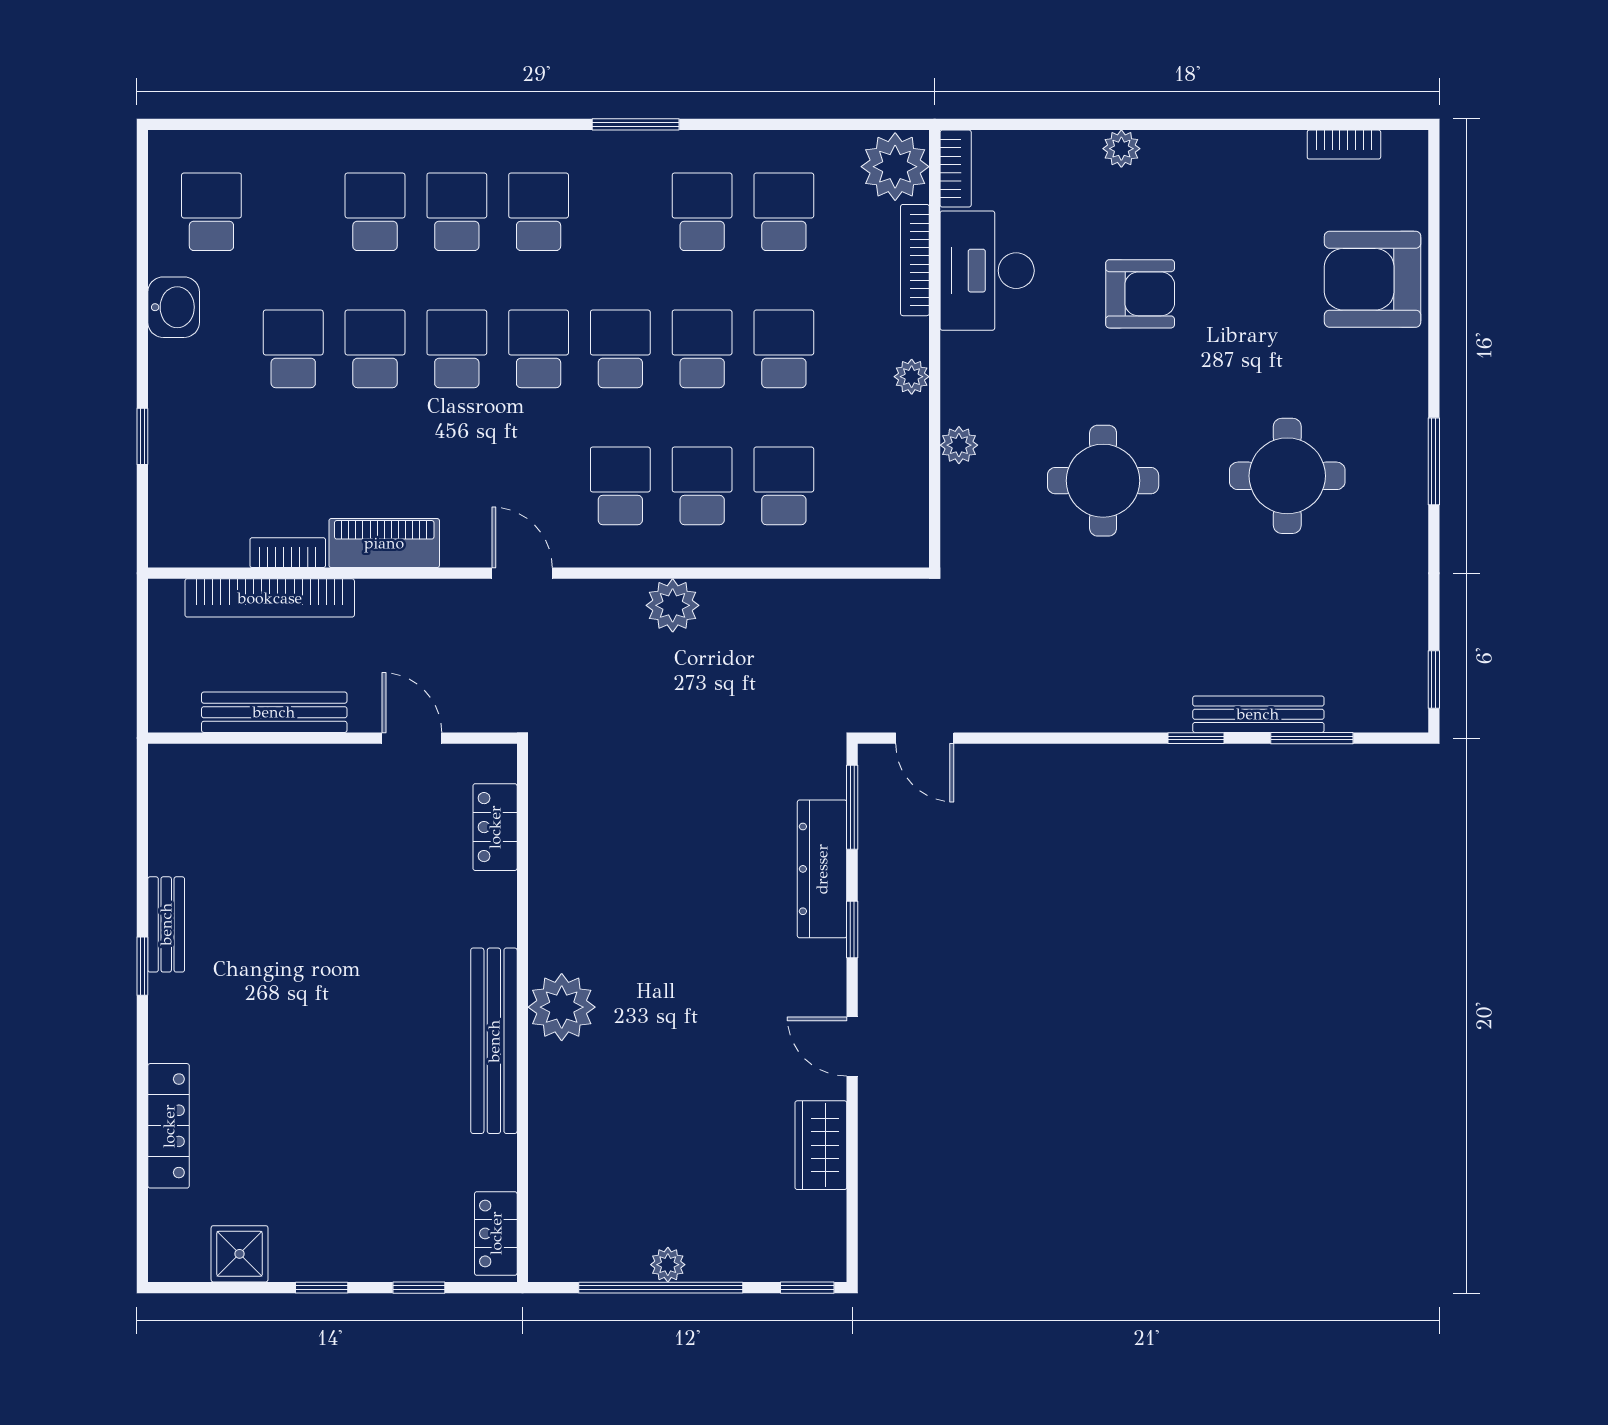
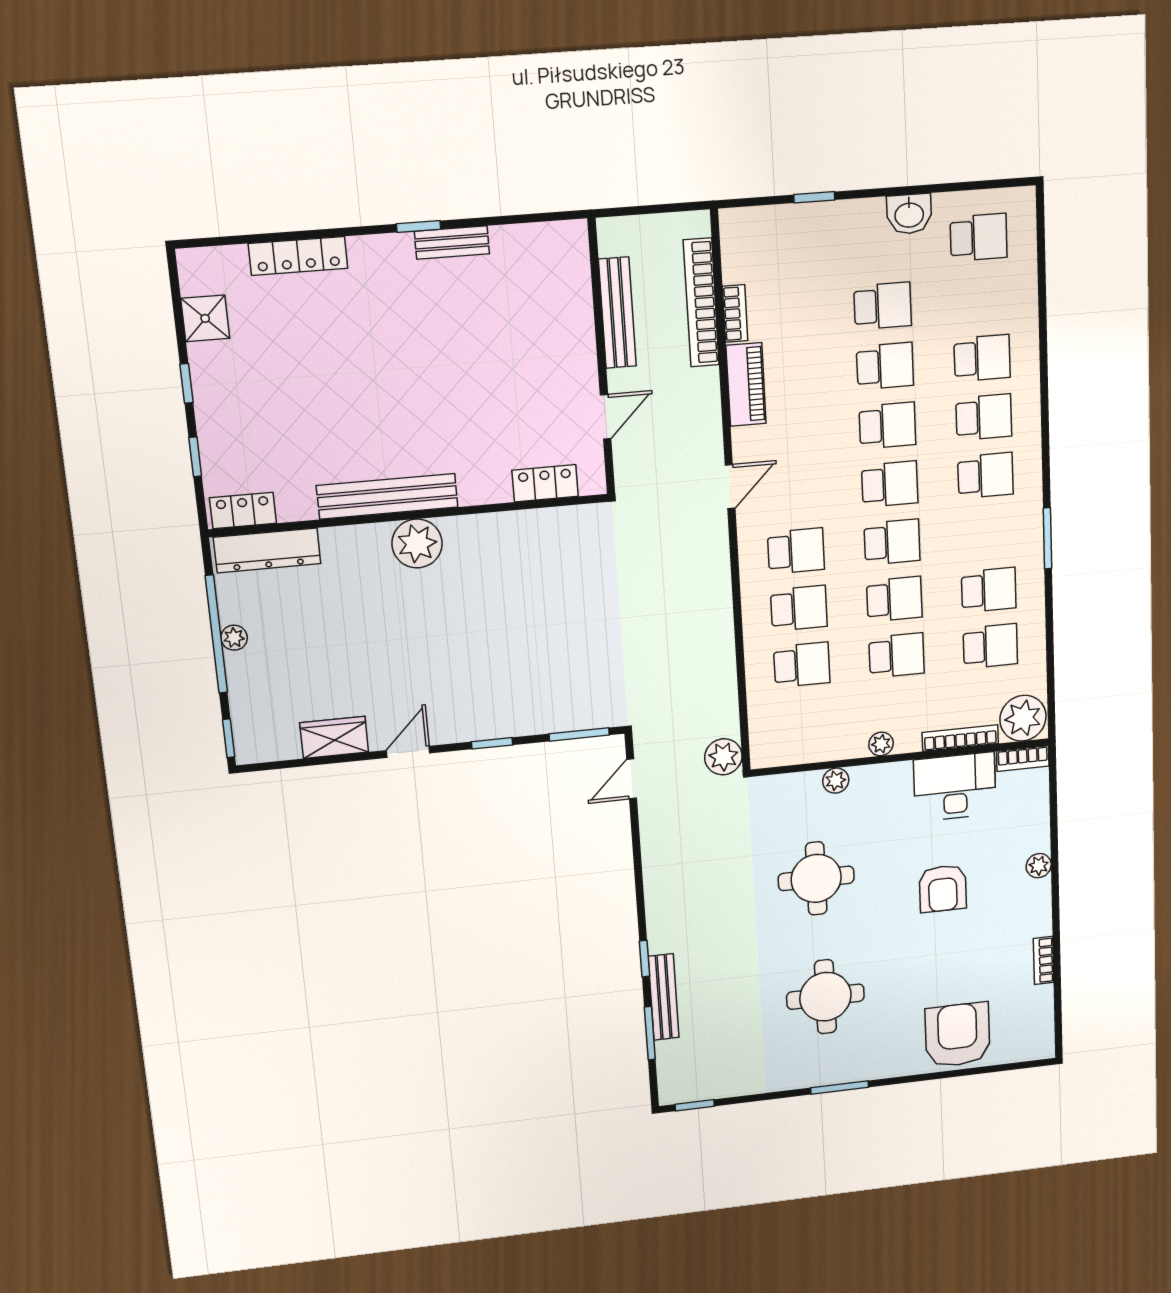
bookcase: (1344, 145) -> (1044, 960), moved
plant: (673, 605) -> (723, 757), moved
dresser: (822, 869) -> (267, 550), moved, turned 180

